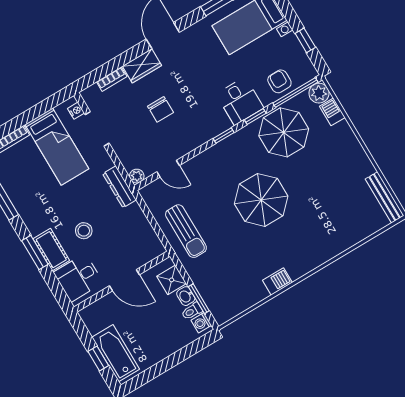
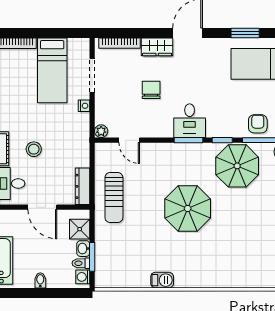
bookcase: (112, 79) -> (119, 43), width x1.56
desk: (240, 101) -> (190, 121), moved
chair: (160, 109) -> (151, 90), turned 180
nightstand: (76, 111) -> (84, 106), moved
window: (224, 135) -> (188, 140), width x1.50
dresser: (120, 187) -> (83, 186), moved
bidet: (163, 350) -> (40, 280), added

